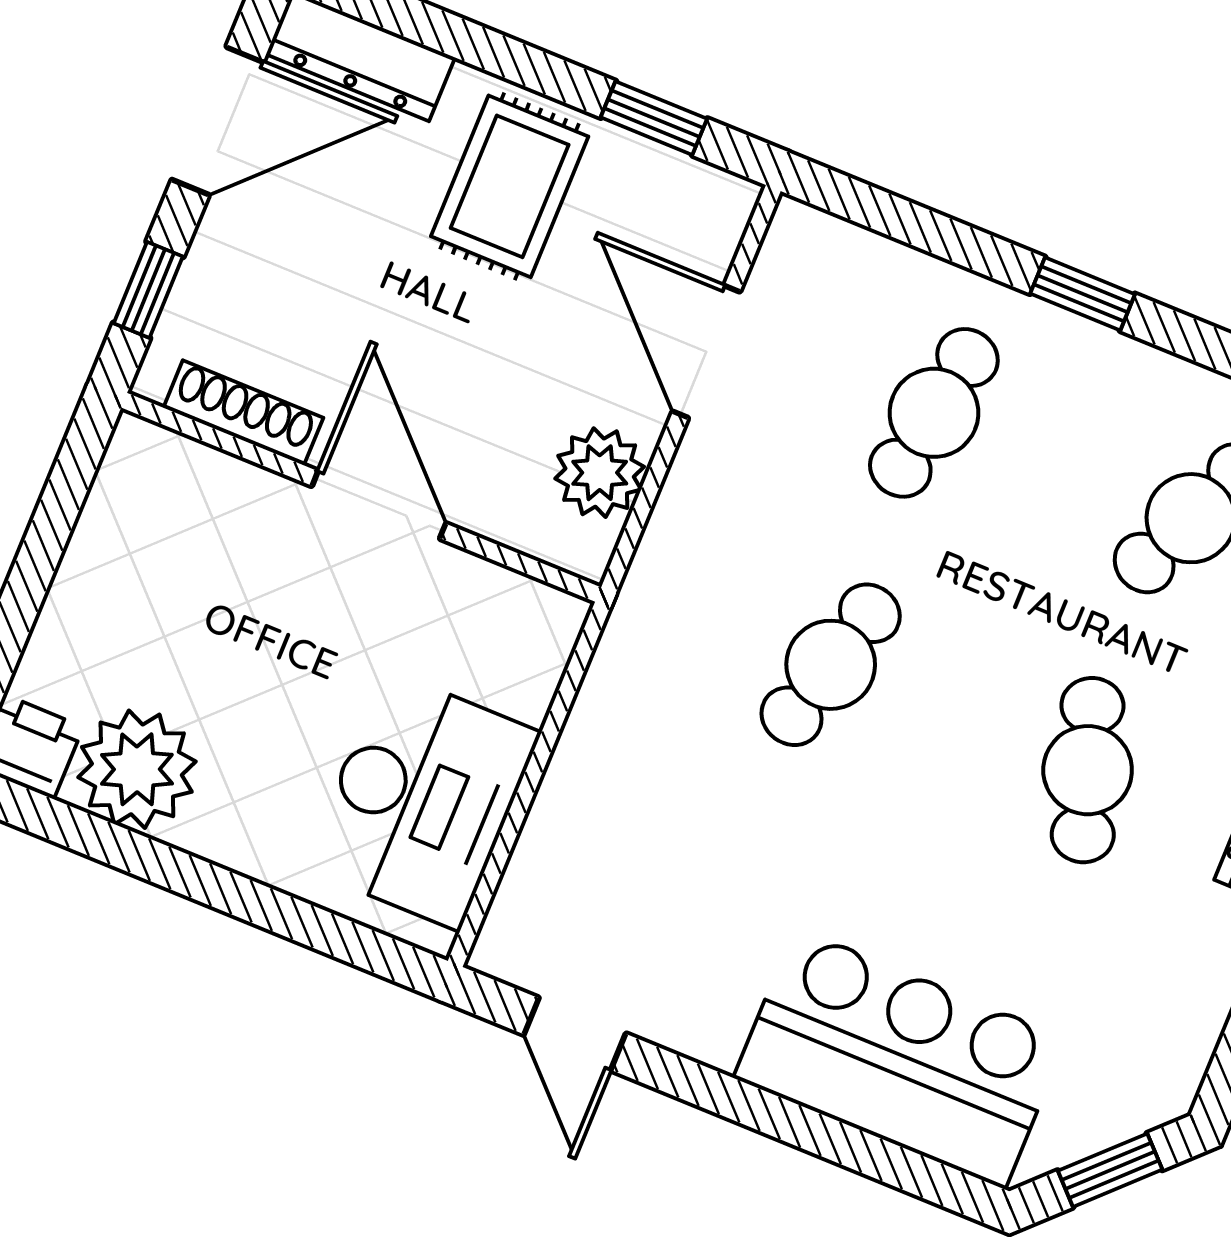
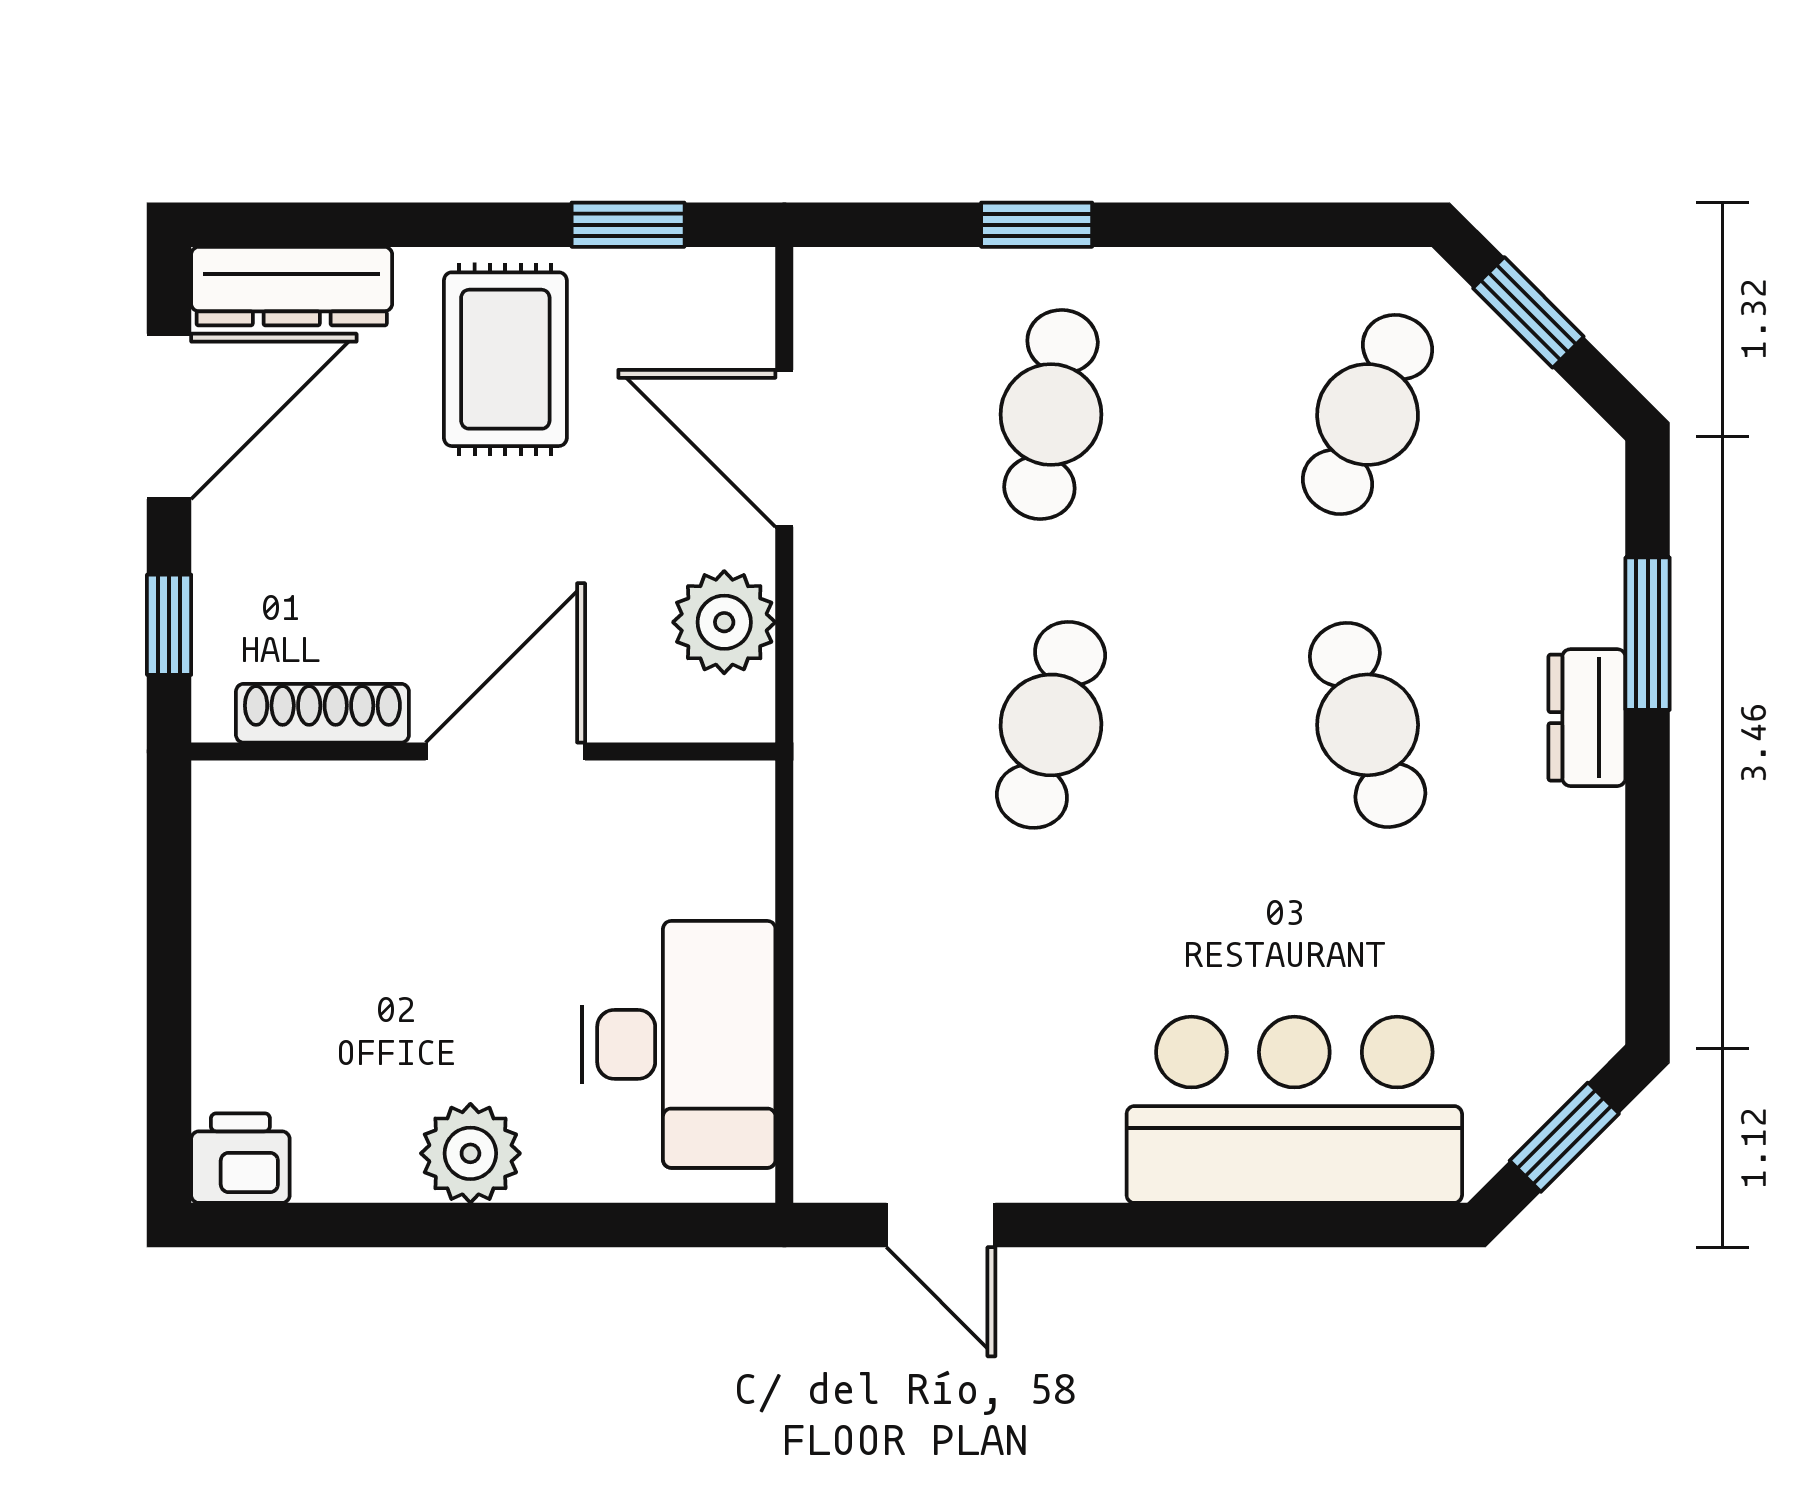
window: (1083, 294) -> (1037, 225), moved
door: (379, 505) -> (505, 751), hinge flipped
plant: (137, 769) -> (470, 1153), moved, width x0.73, depth x0.73

